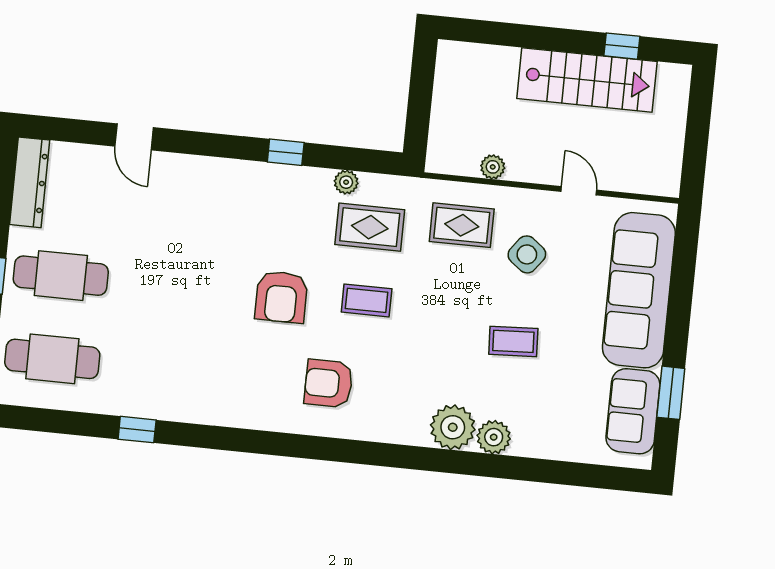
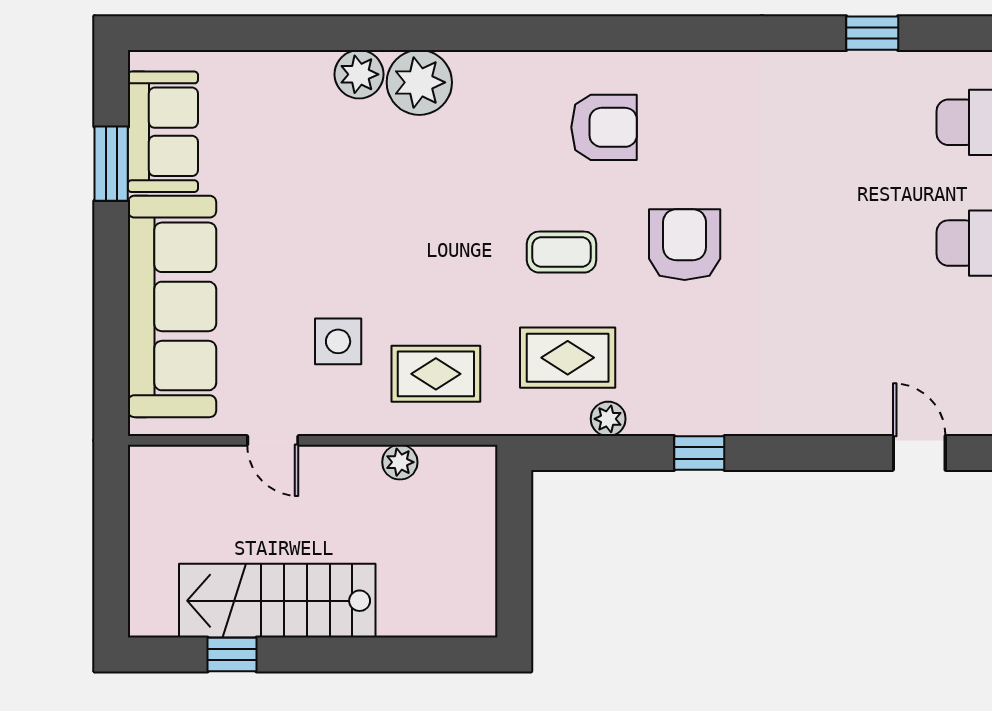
side table: (527, 254) -> (338, 341), turned -37
coffee table: (513, 341) -> (345, 215), removed

